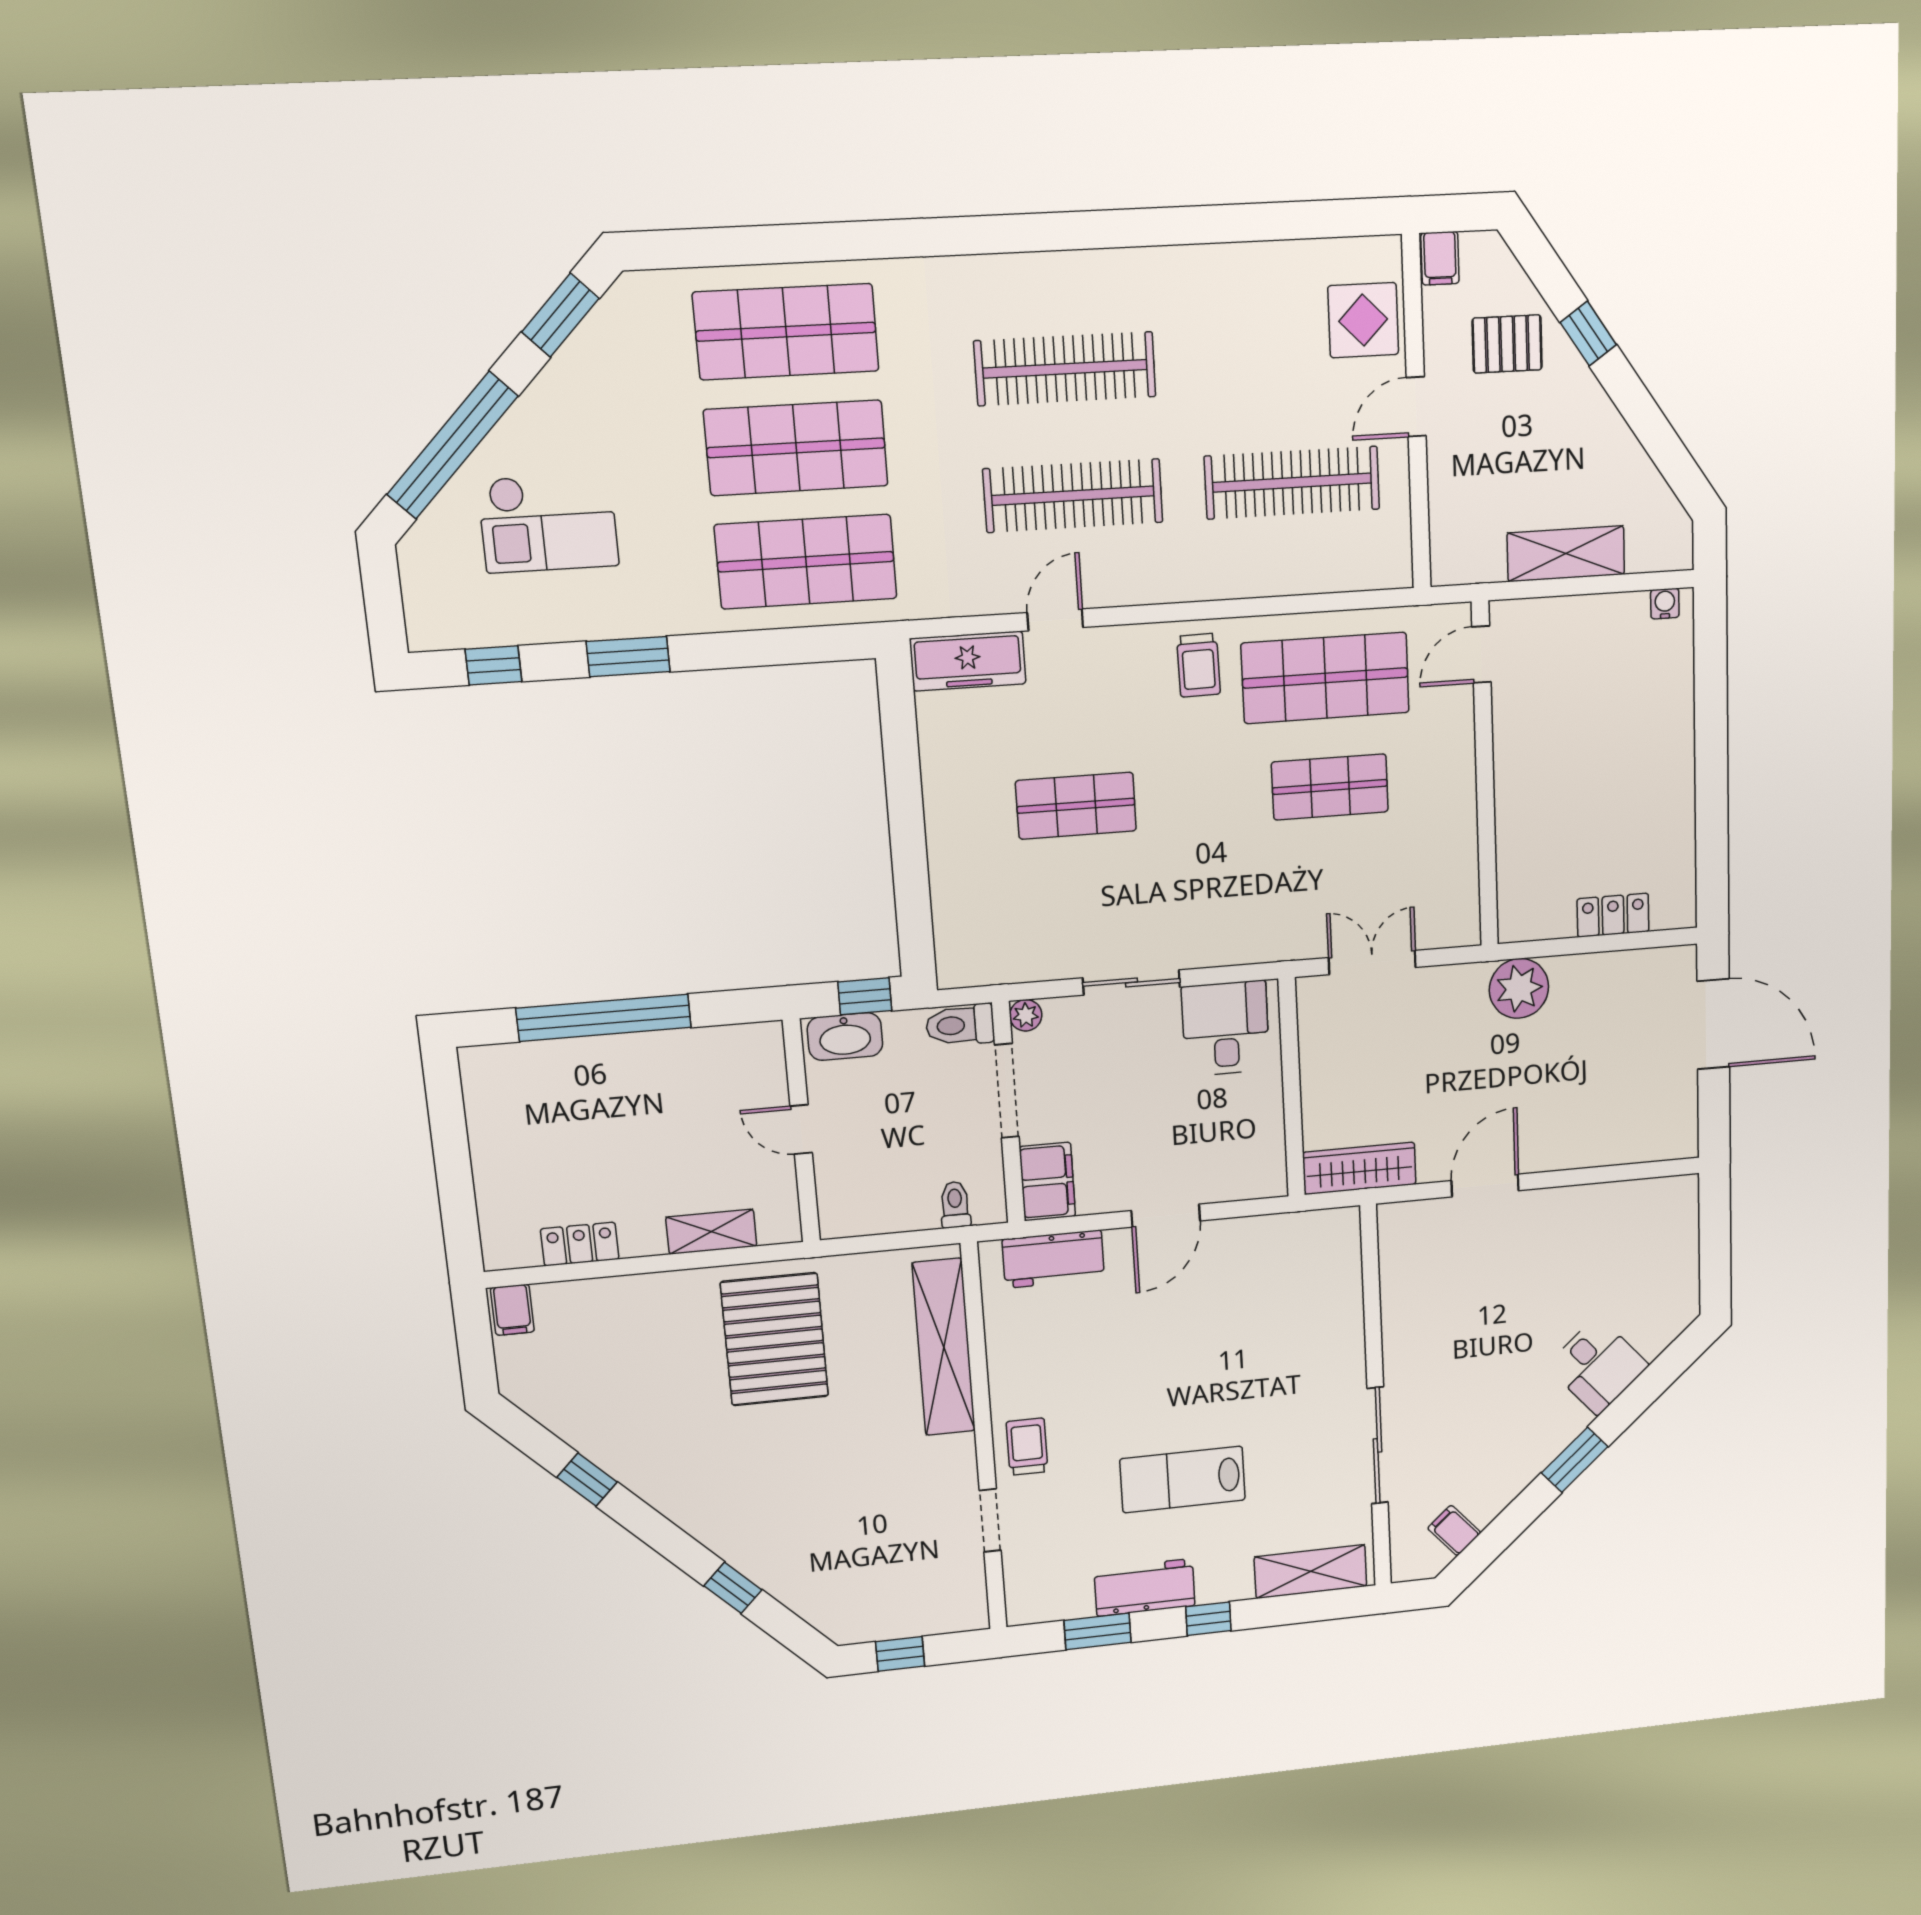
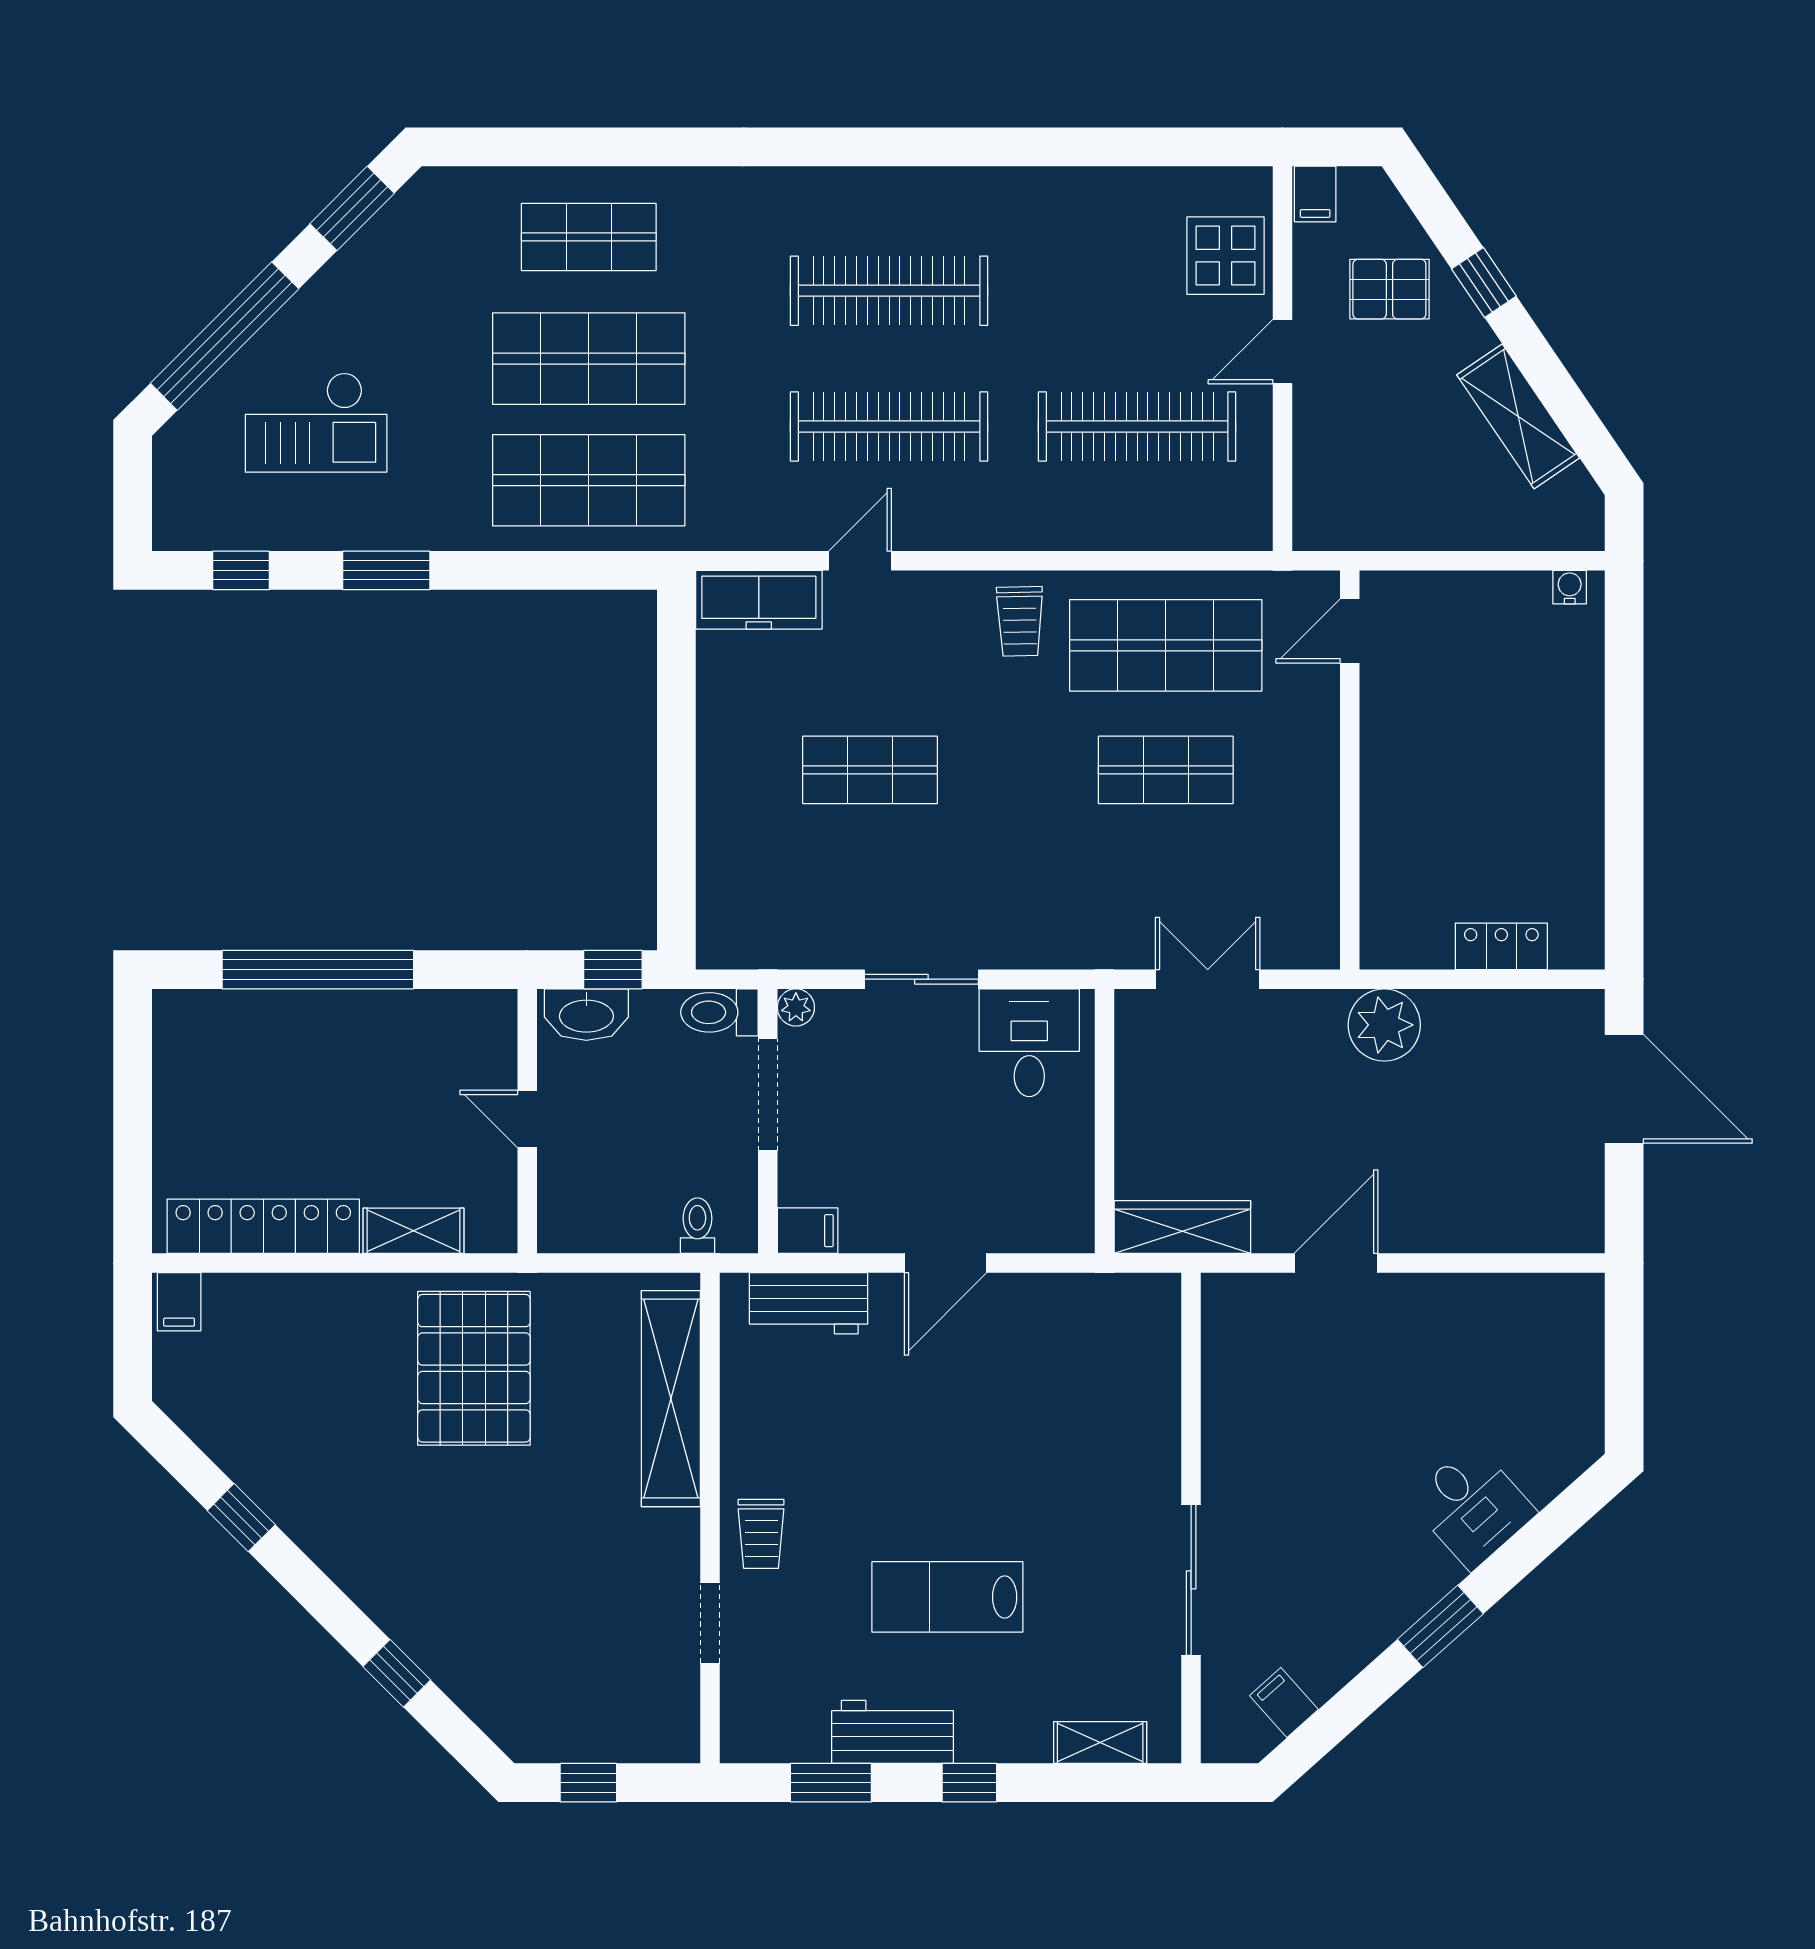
shop shelf: (786, 332) -> (589, 237), width x0.70, depth x0.74
shelving: (1566, 554) -> (1518, 416), moved, turned 56
filing cabinet: (1047, 1182) -> (808, 1231), width x0.50
locker: (580, 1244) -> (263, 1226), width x2.16, depth x1.21
trolley: (1027, 1447) -> (761, 1534), turned 180
shelving: (1311, 1572) -> (1100, 1742), width x0.67, depth x0.75

